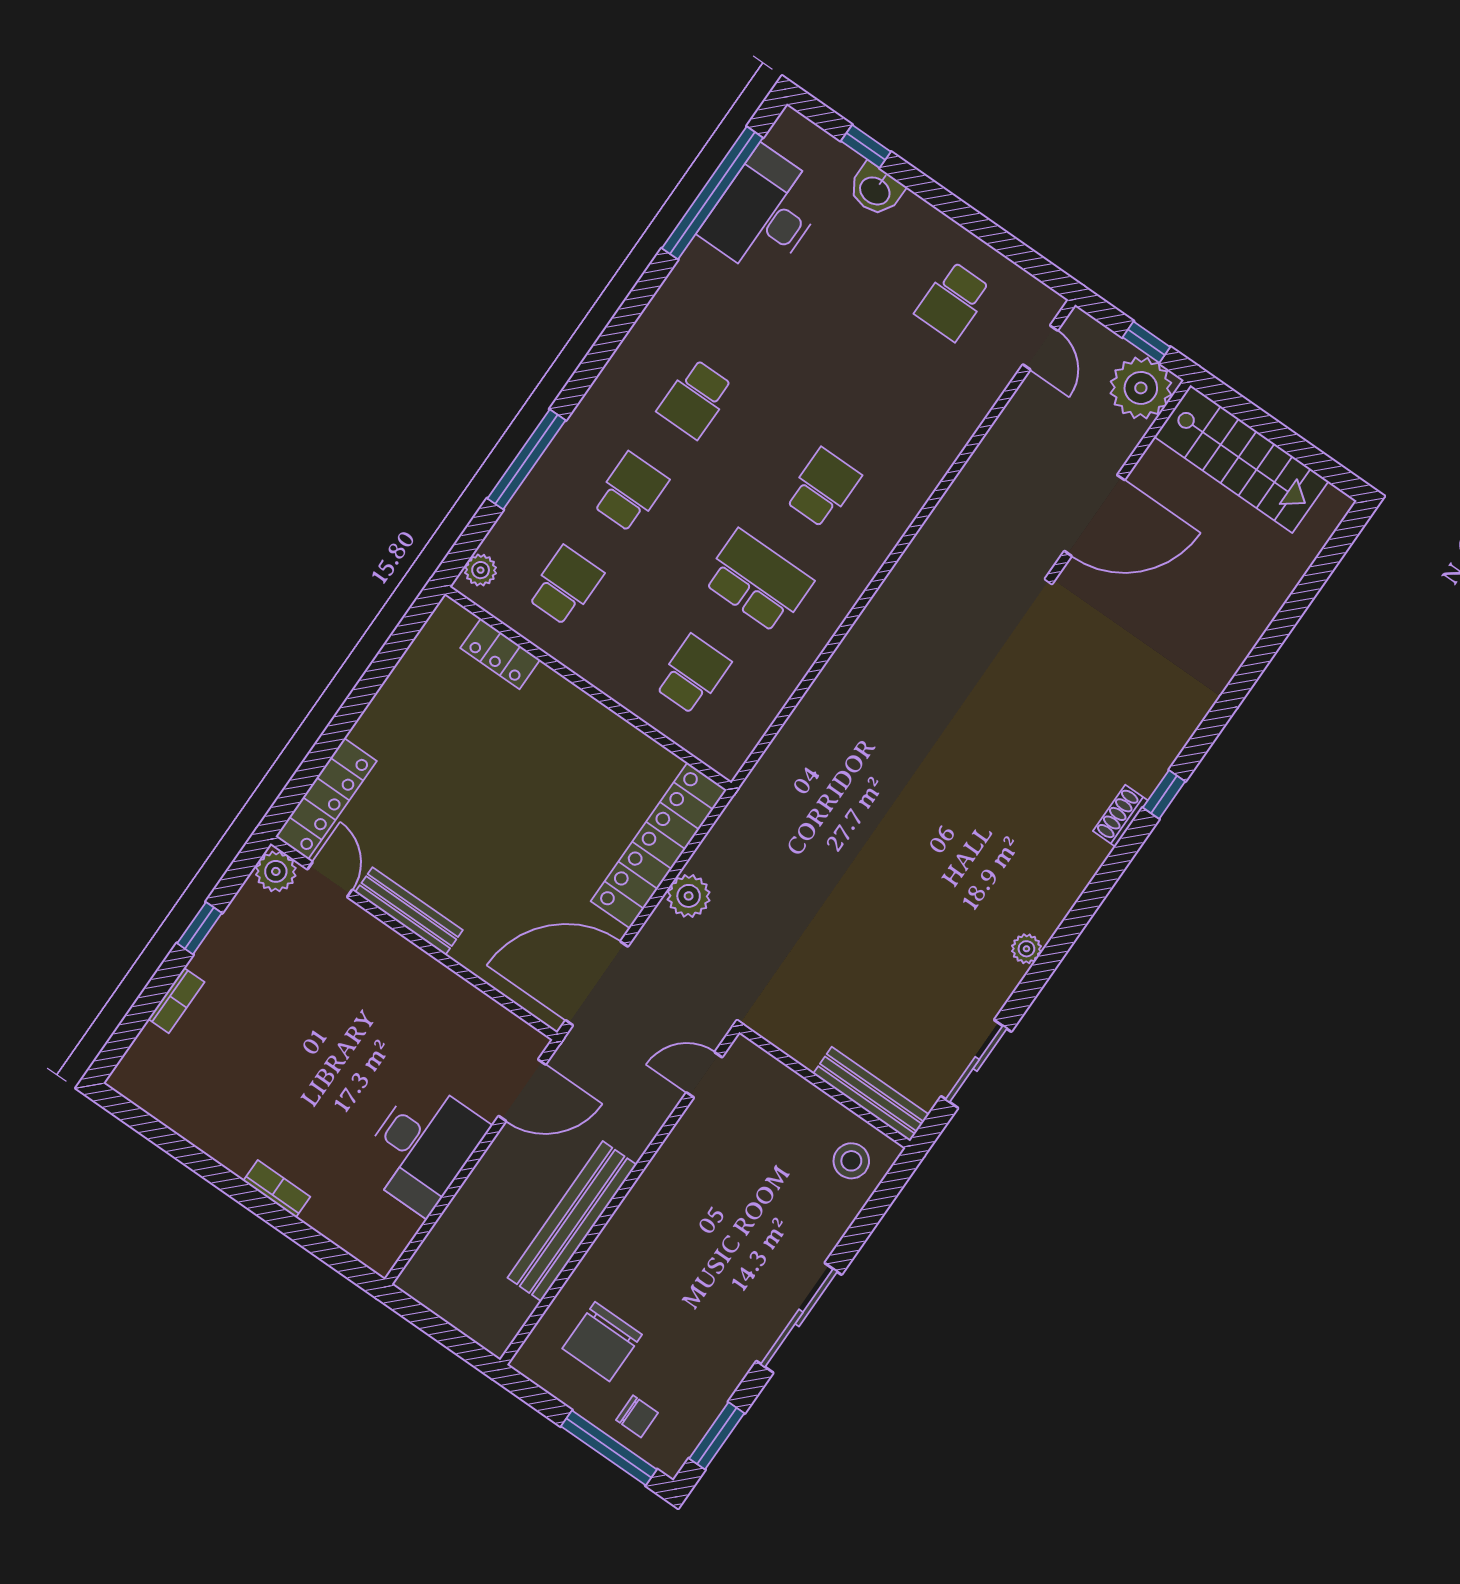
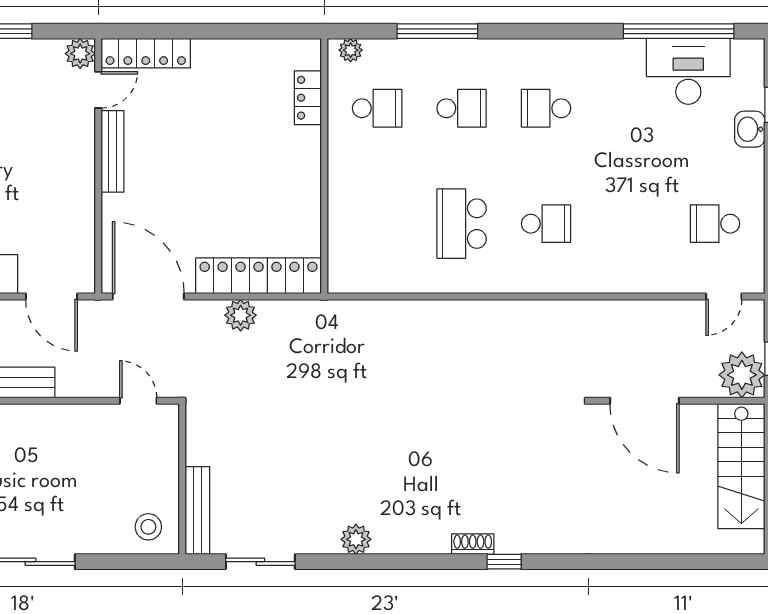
school desk: (758, 581) -> (462, 224), turned 180
school desk: (693, 674) -> (377, 224), removed
plant: (1026, 949) -> (356, 539), width x1.38, depth x1.38

